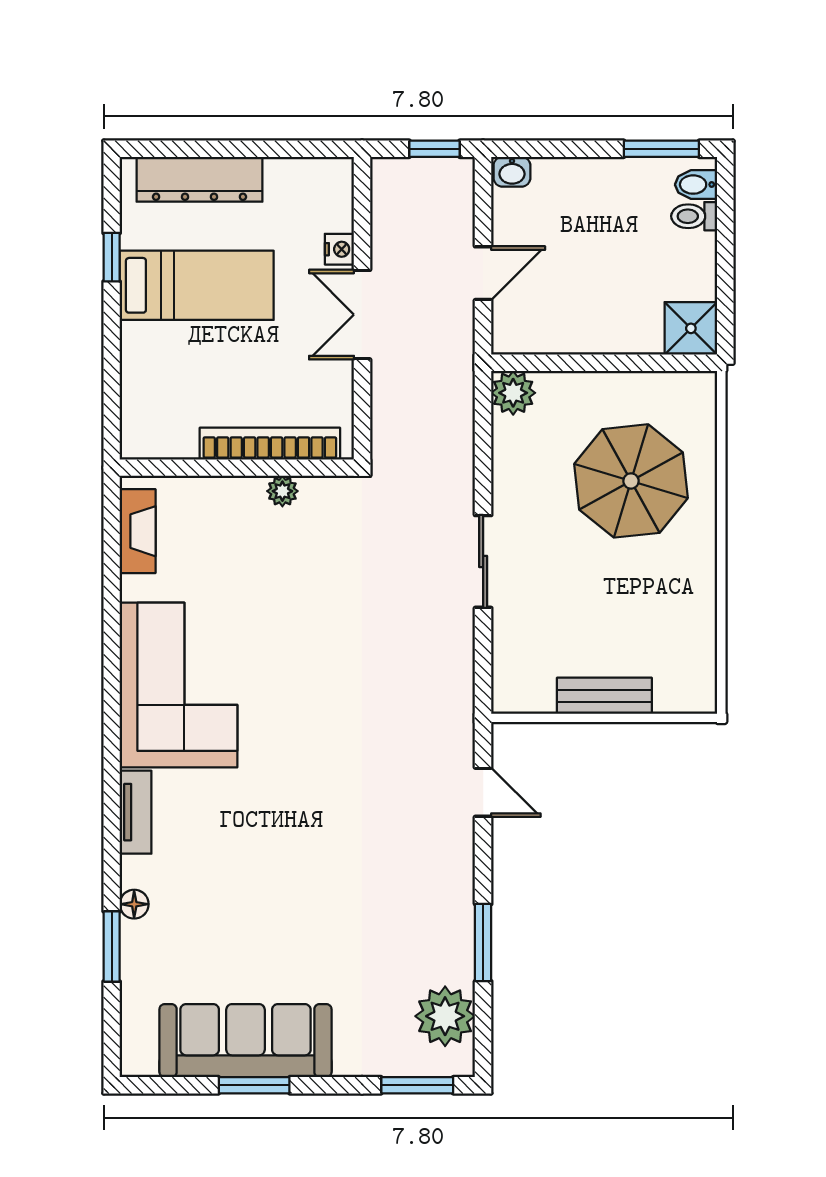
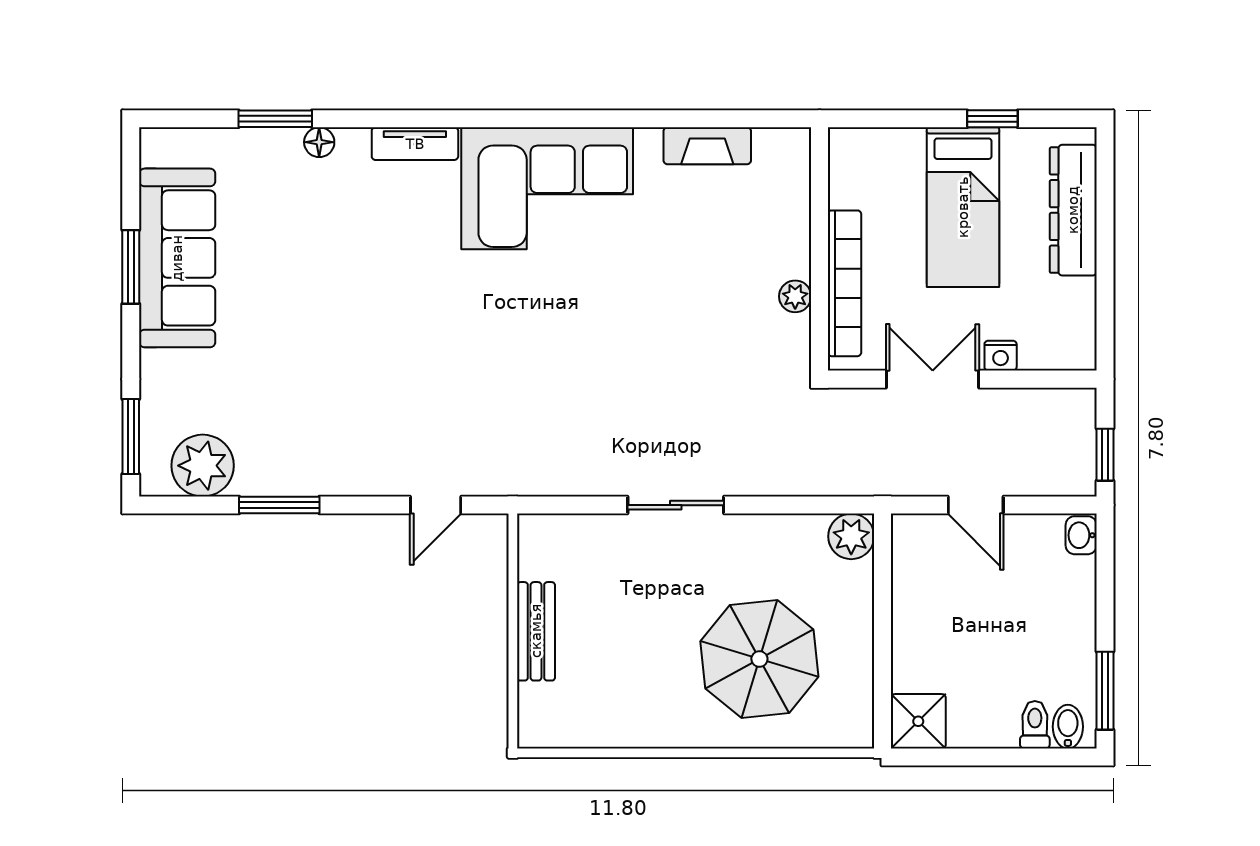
bookcase: (270, 444) -> (844, 283), moved
wall: (237, 468) -> (819, 249), moved
plant: (282, 491) -> (795, 296), moved

